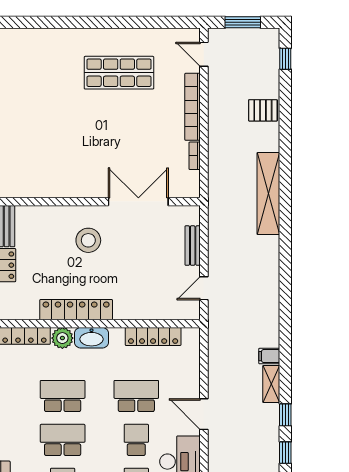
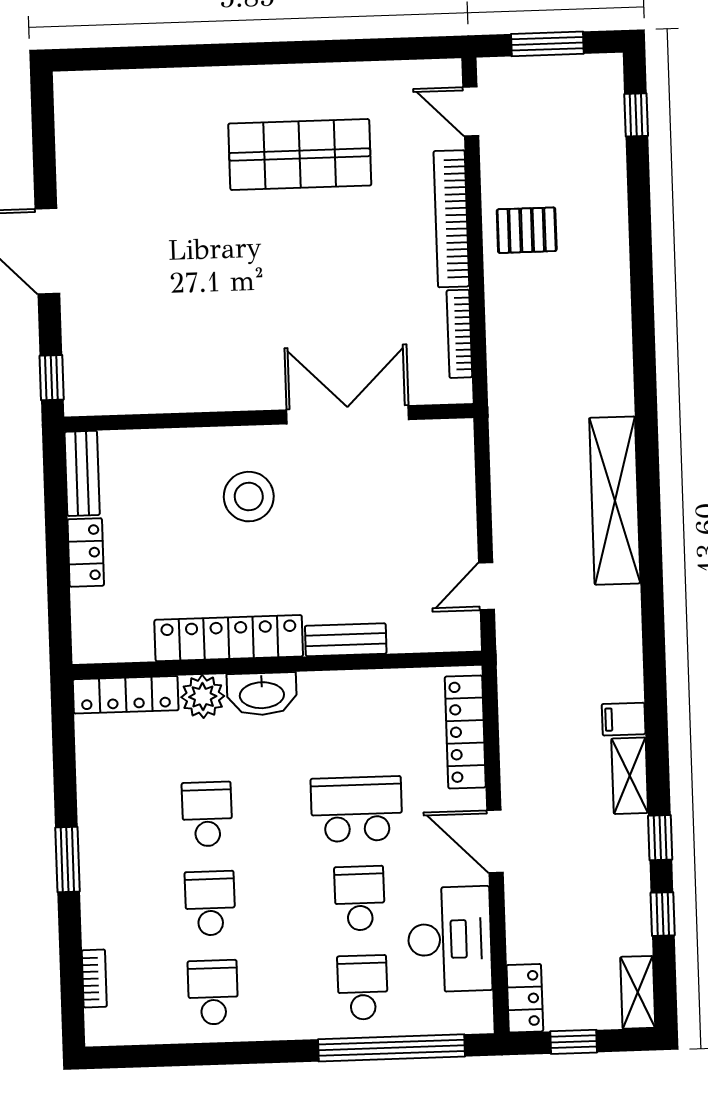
pallet: (263, 110) -> (527, 230), moved
bookcase: (195, 156) -> (459, 334), width x1.56
shelving: (268, 194) -> (615, 501), moved
bench: (193, 246) -> (346, 640), moved, turned 90
locker: (153, 337) -> (465, 732), moved, turned 90
school desk: (63, 396) -> (207, 814), width x0.54
school desk: (63, 440) -> (210, 903), width x0.54

